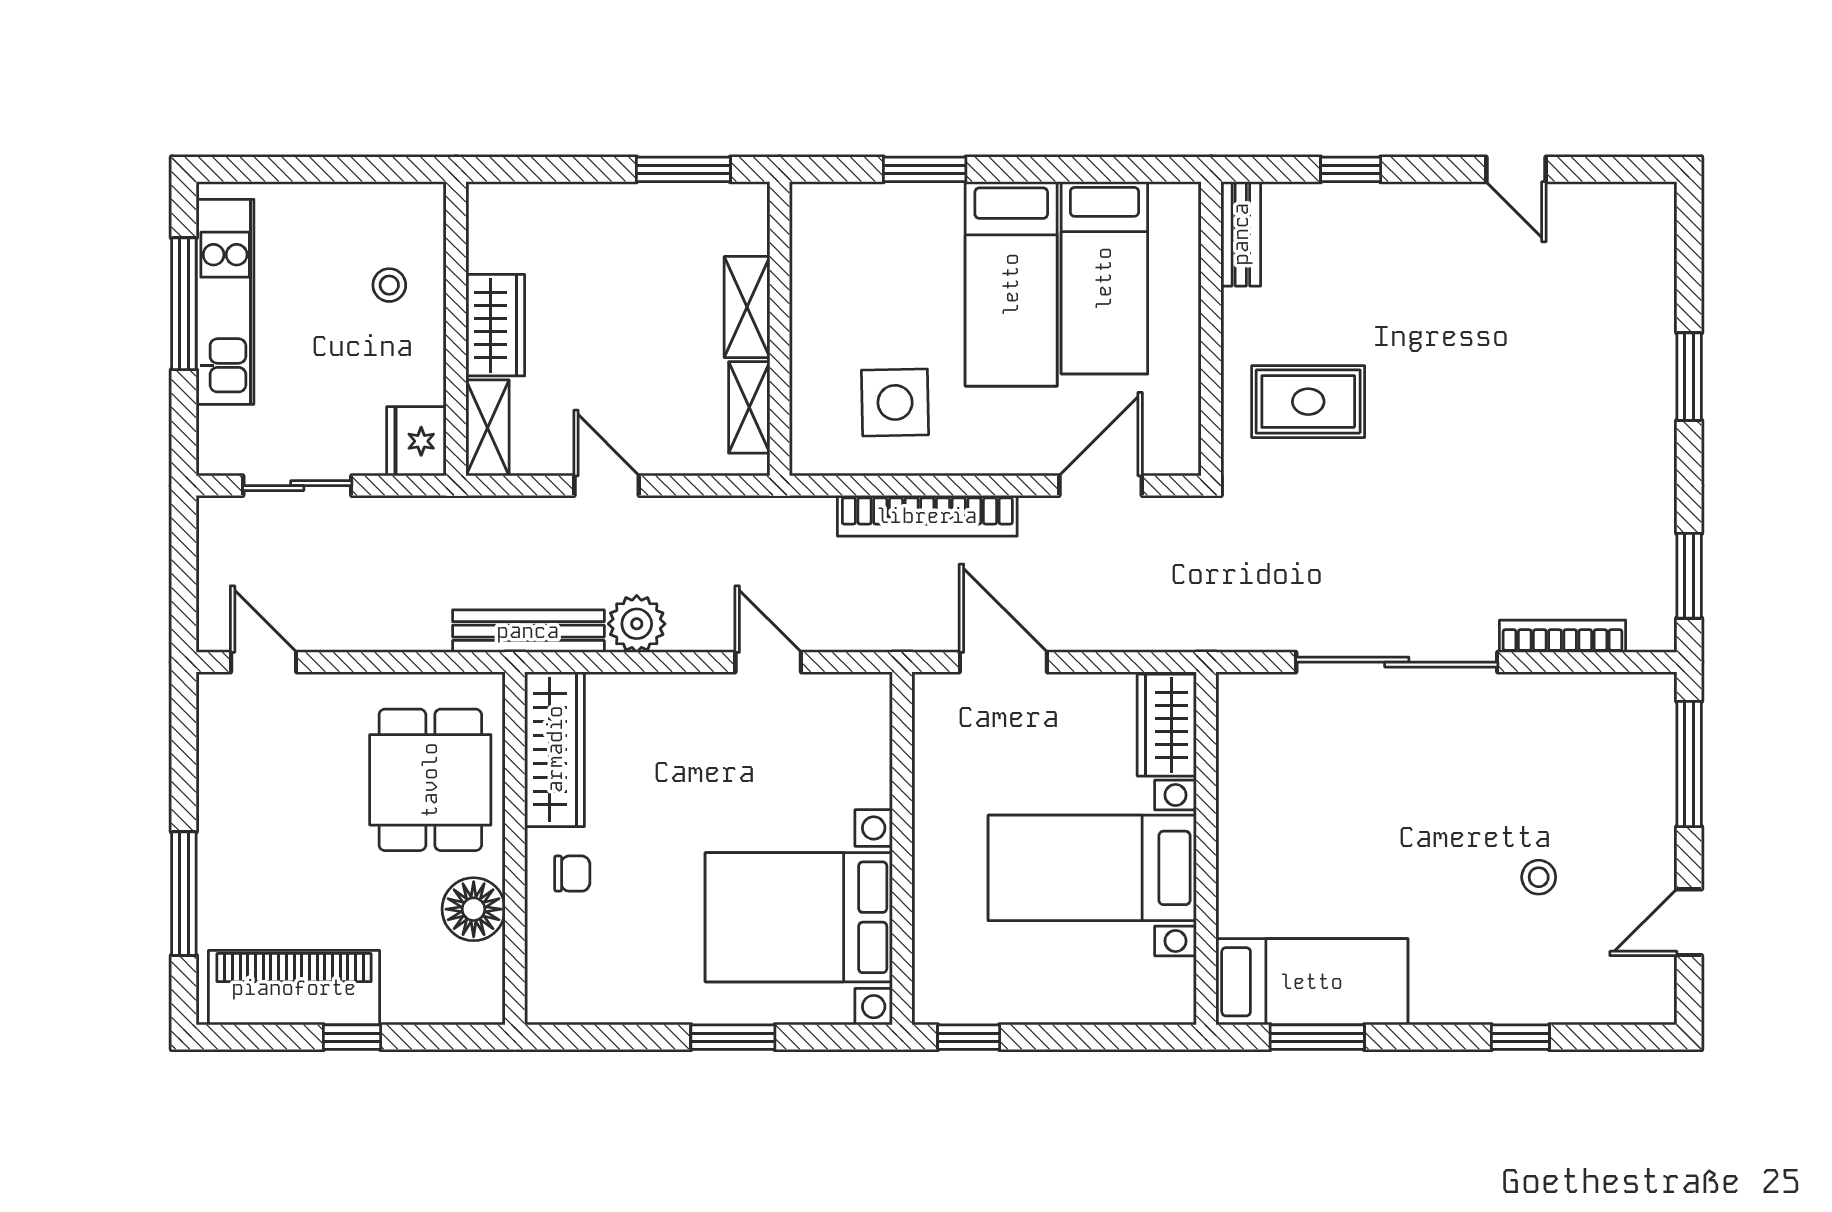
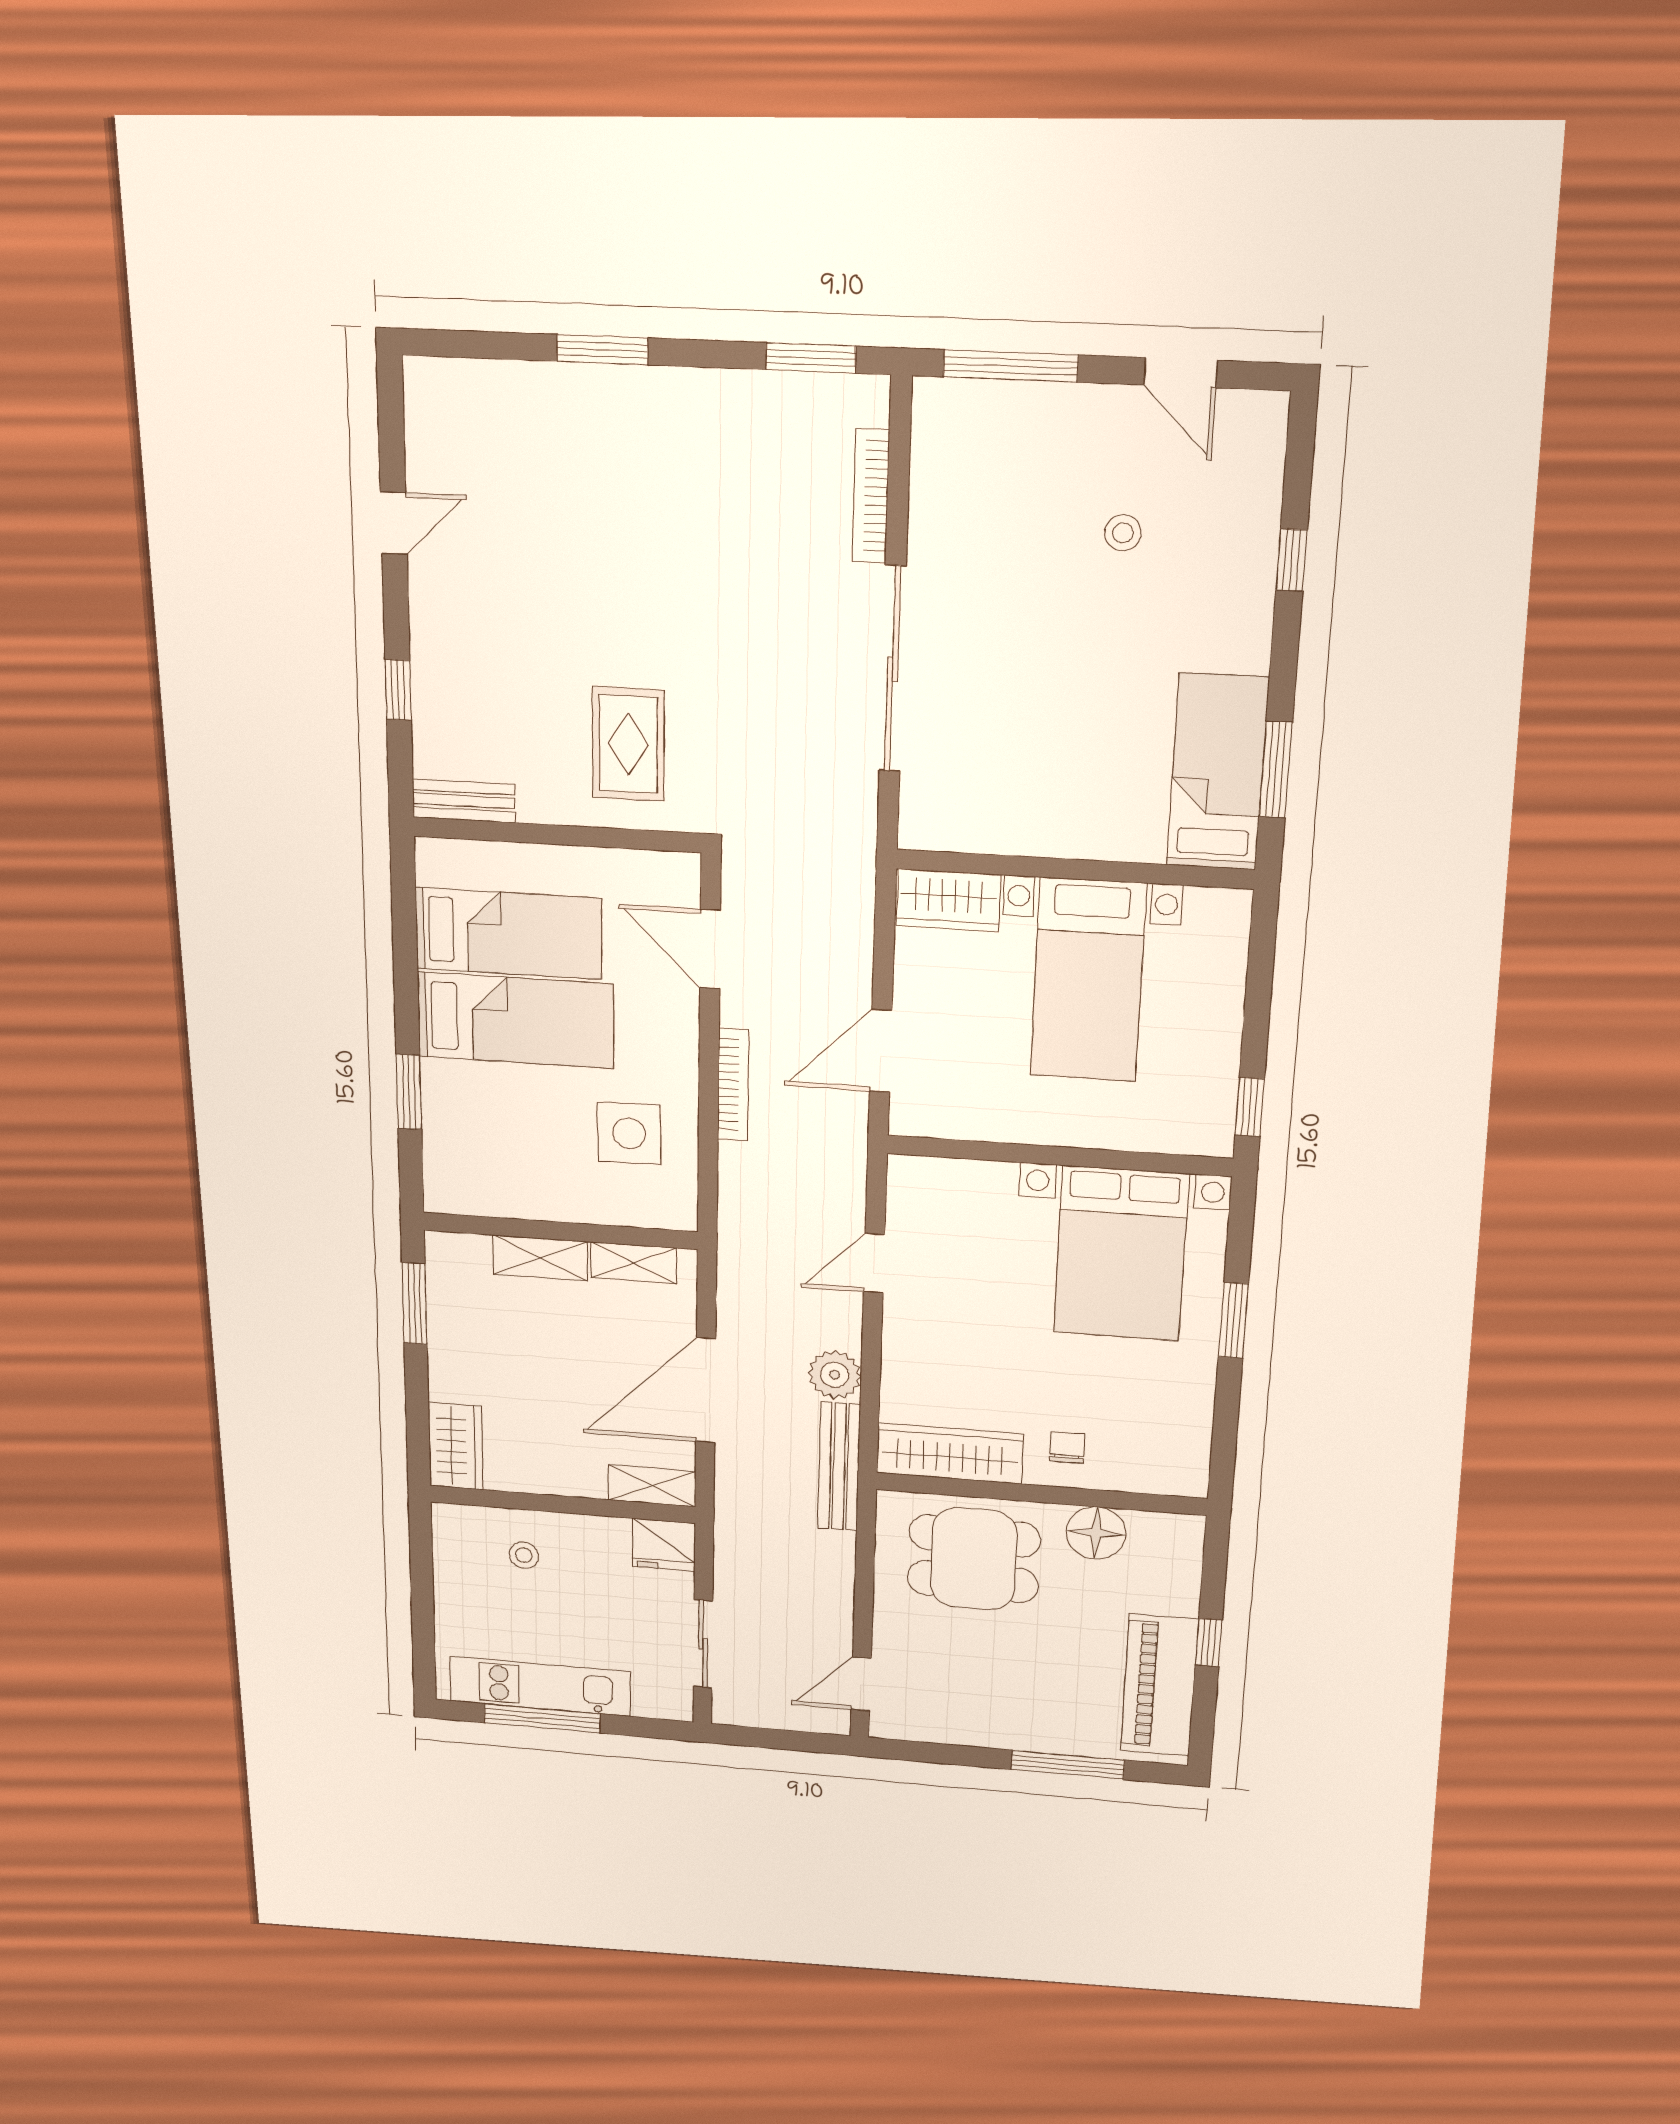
wardrobe: (495, 325) -> (456, 1446), moved, turned 90
door: (607, 486) -> (706, 1390), width x1.87
bookcase: (927, 516) -> (733, 1085), width x0.68, depth x0.76

